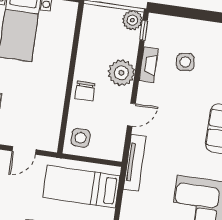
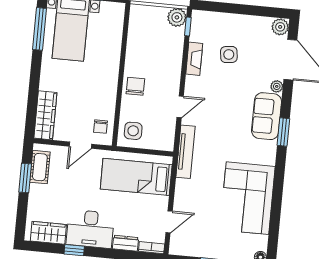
plant: (121, 73) -> (169, 68), removed
chair: (85, 91) -> (135, 86), turned 180
chair: (46, 132) -> (101, 127), added

